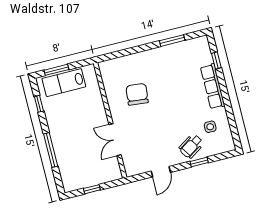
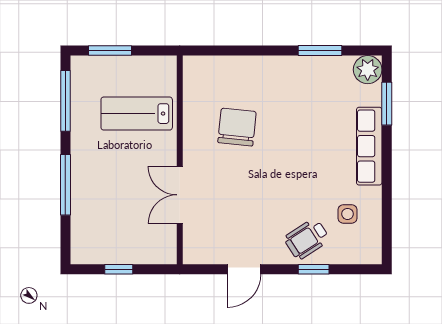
plant: (201, 44) -> (368, 70), added
window: (216, 61) -> (387, 104), width x1.50
lab bench: (64, 83) -> (137, 114), moved
window: (39, 104) -> (65, 101), width x2.17

